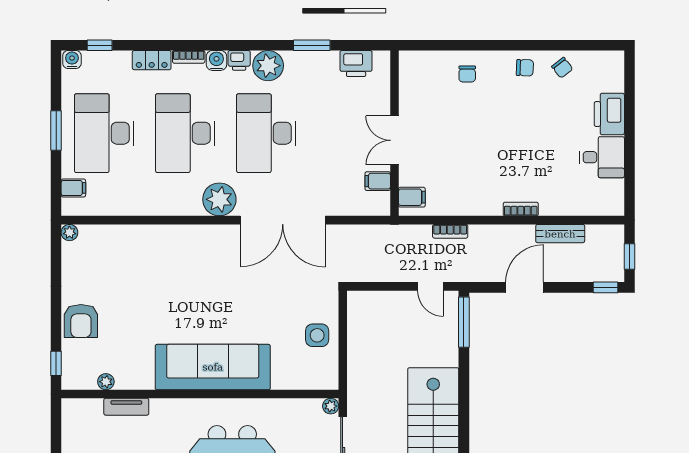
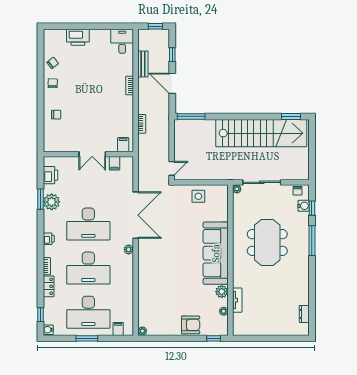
water cooler: (216, 60) -> (49, 251), removed
plant: (268, 66) -> (52, 202), moved
desk: (602, 157) -> (122, 41), moved
plant: (219, 199) -> (129, 249), width x0.53, depth x0.53
door: (430, 286) -> (172, 168), moved
window: (605, 287) -> (172, 55), moved
plant: (142, 378) -> (222, 292), added

